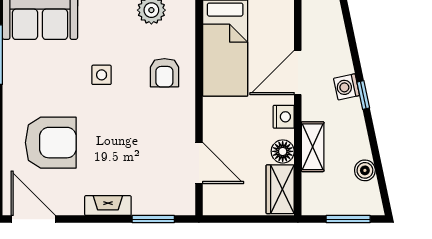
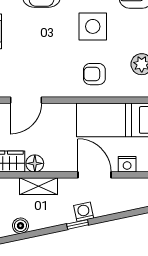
side table: (102, 75) -> (93, 26), width x1.87, depth x1.87
nightstand: (284, 117) -> (127, 164), moved

